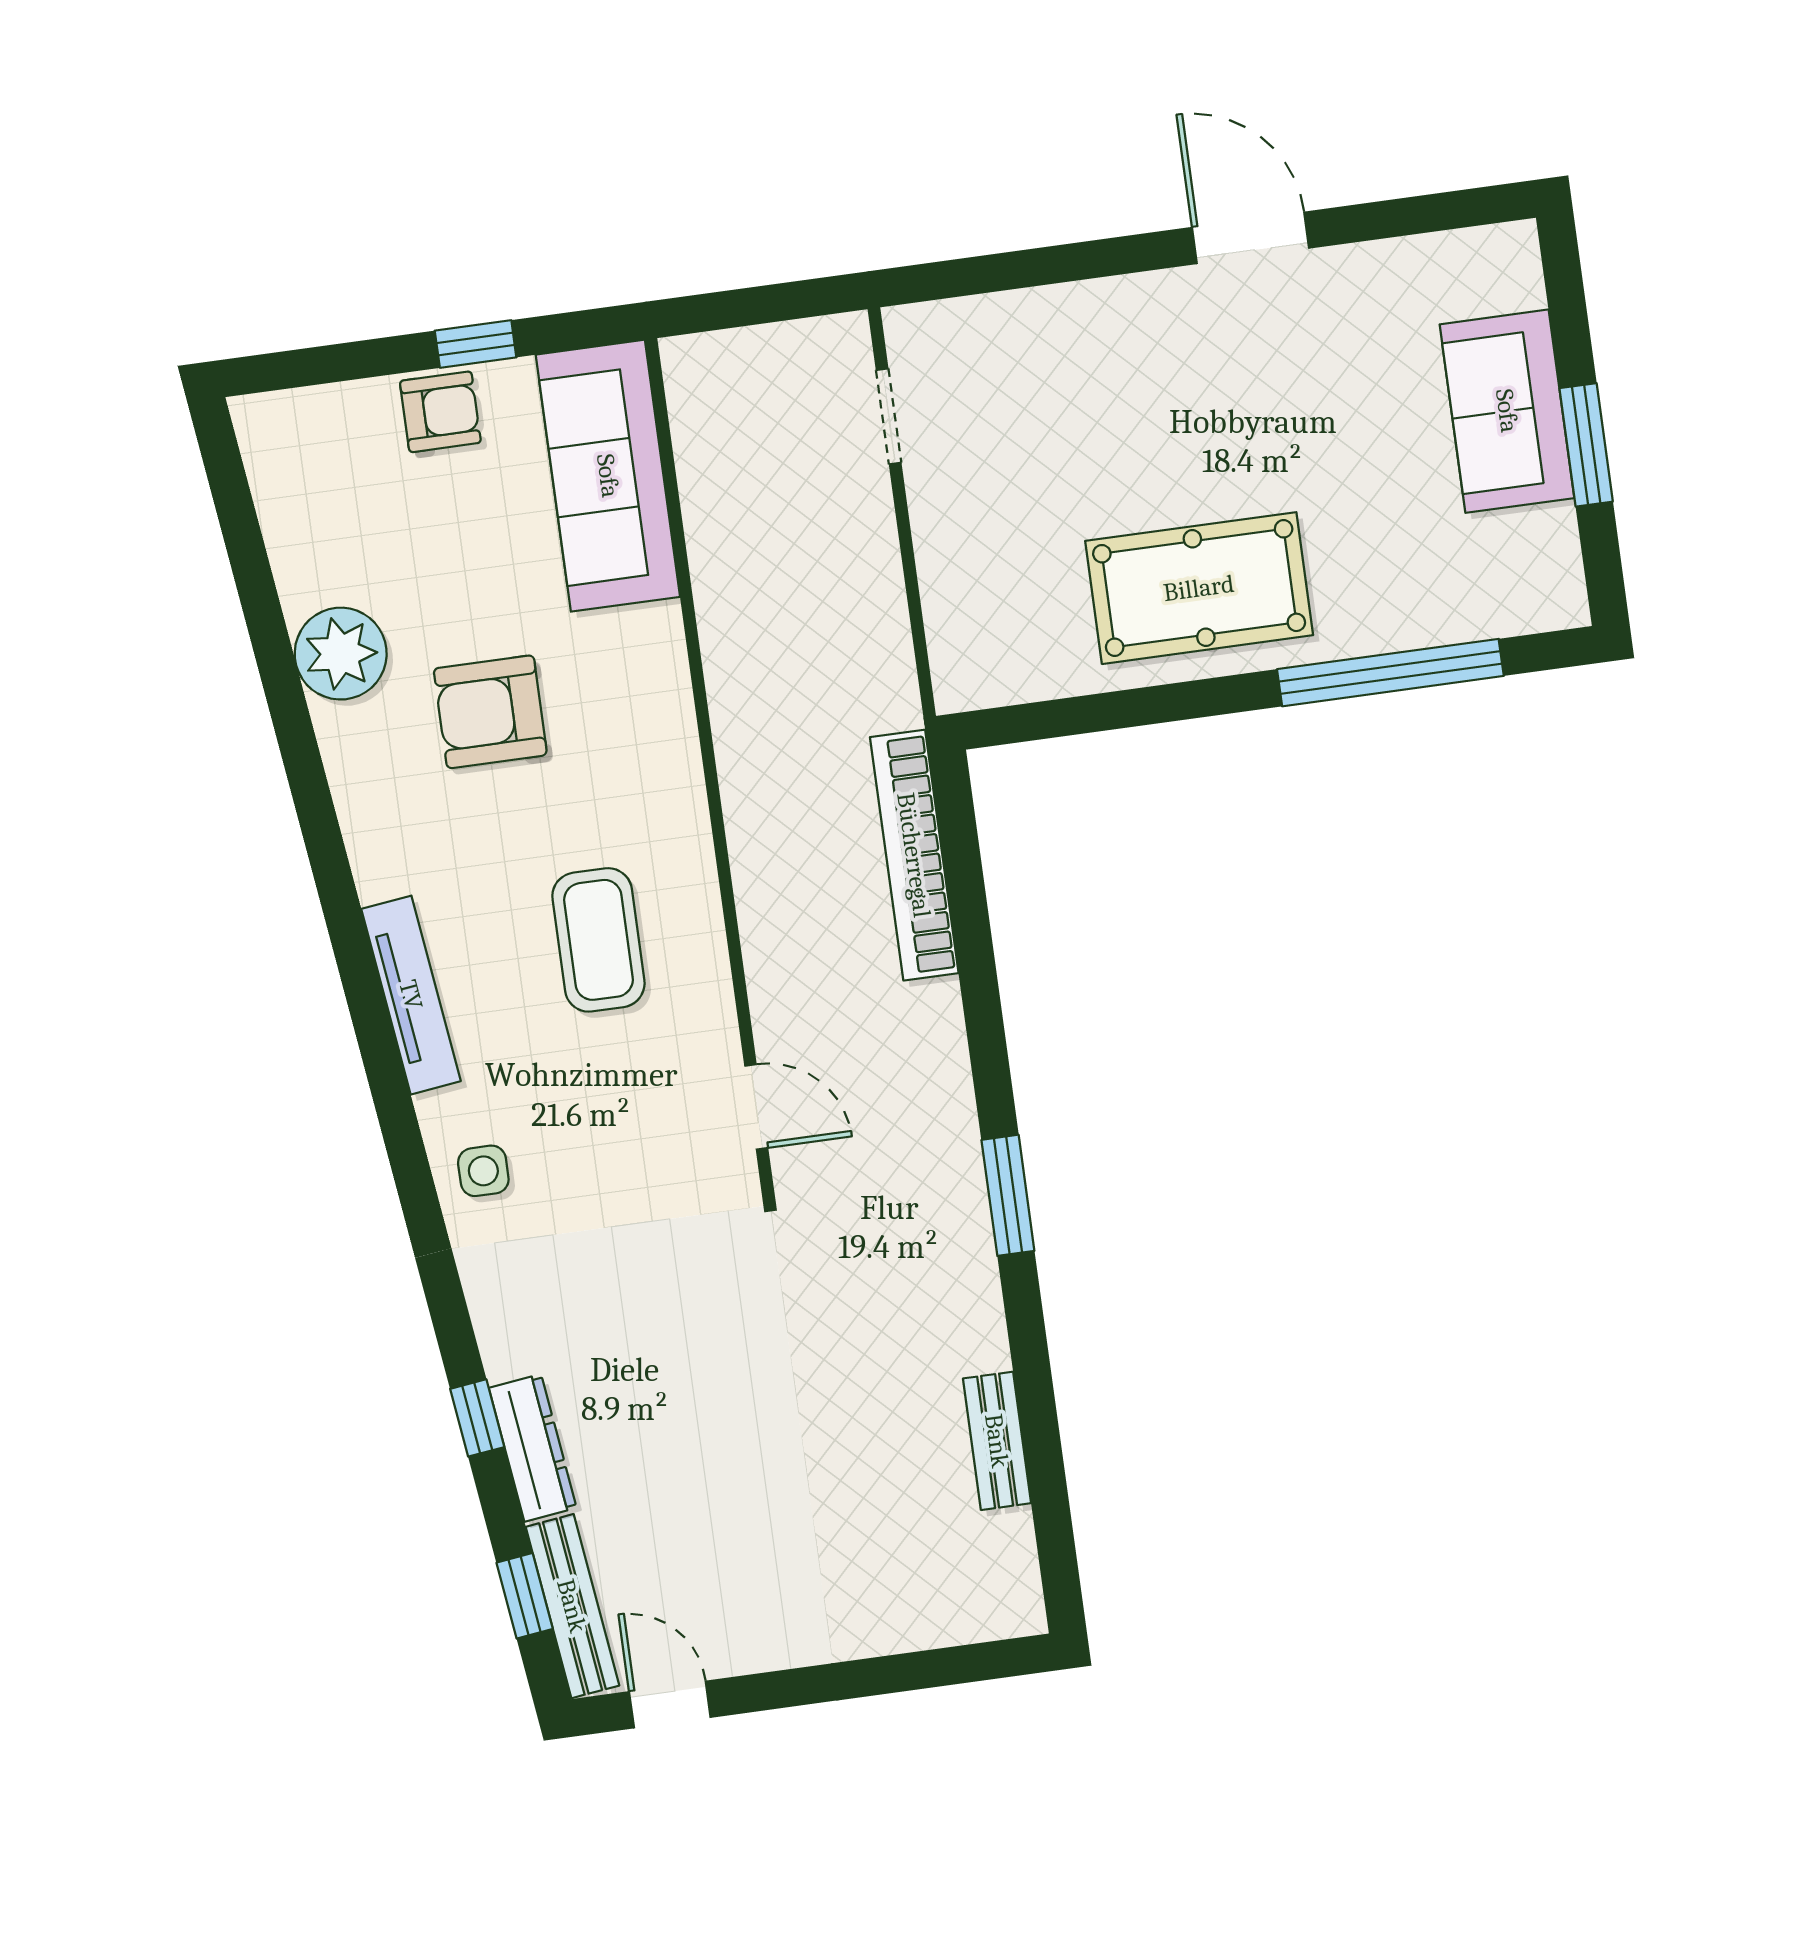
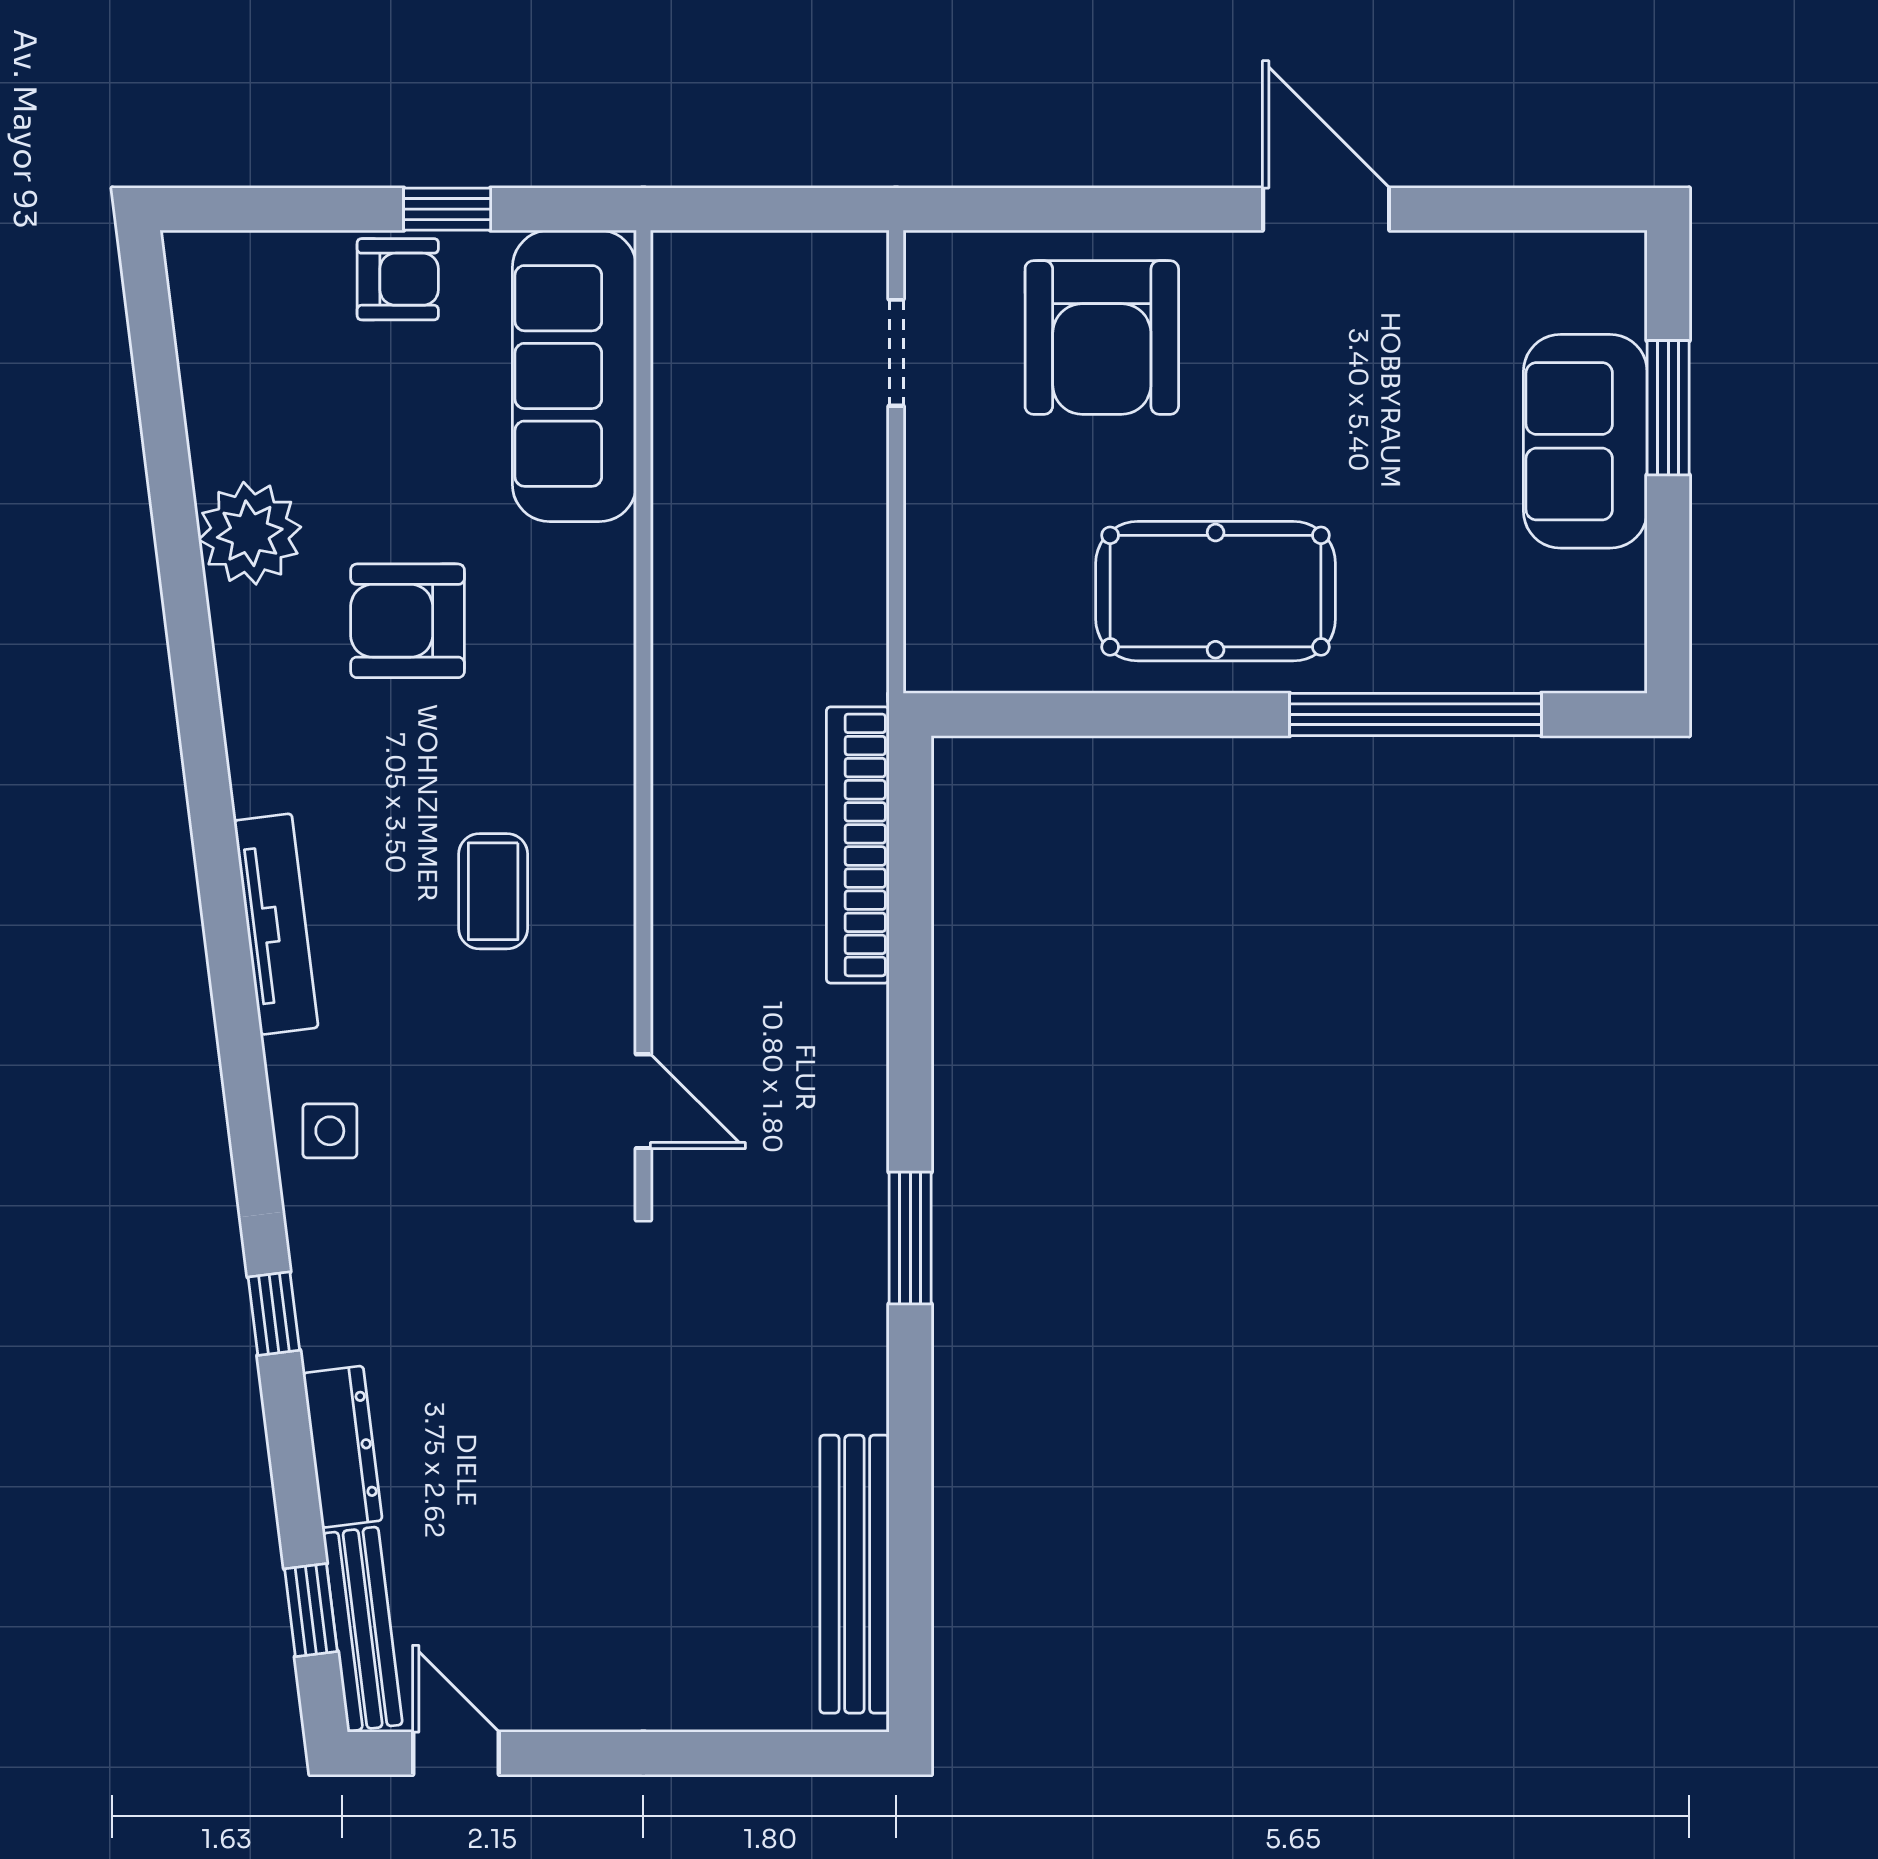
armchair: (1068, 378) -> (1102, 337), added
window: (1586, 445) -> (1668, 408), moved
coffee table: (598, 940) -> (493, 891), width x0.73, depth x0.77
window: (477, 1418) -> (274, 1314), moved
bench: (997, 1441) -> (854, 1574), width x1.86, depth x1.21

